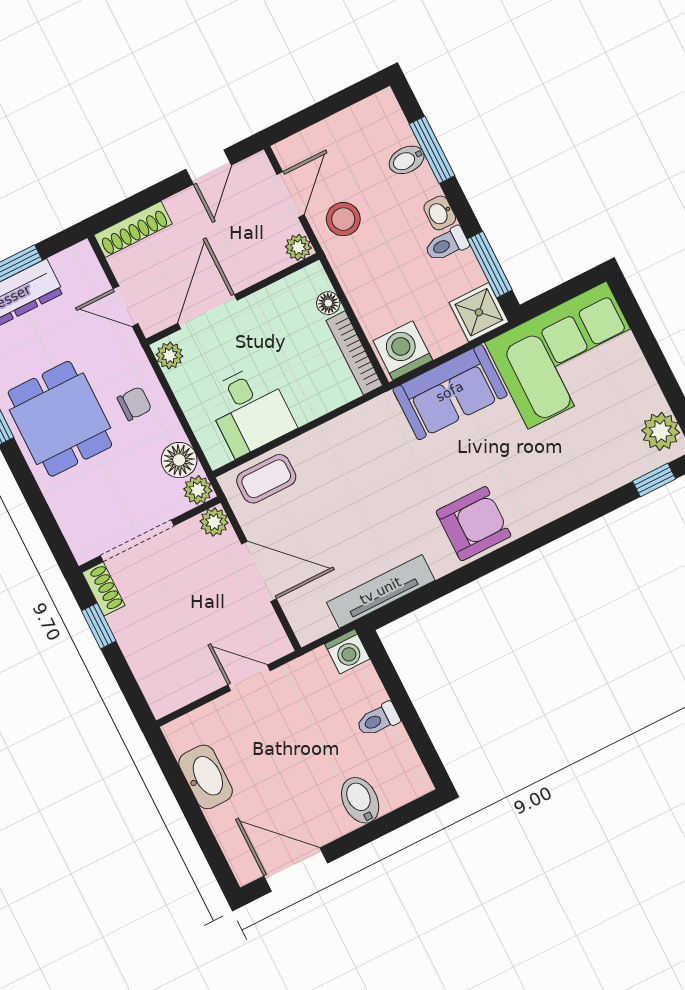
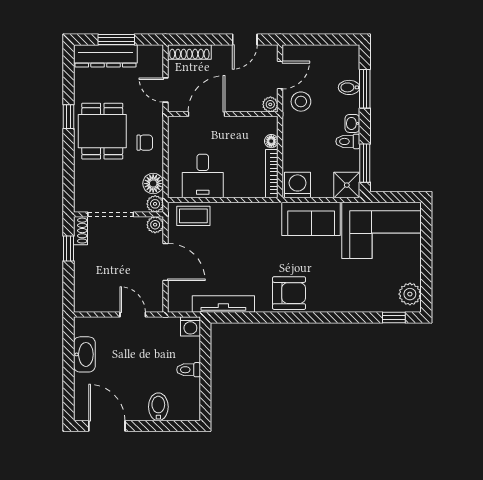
plant: (170, 355) -> (175, 127), removed

